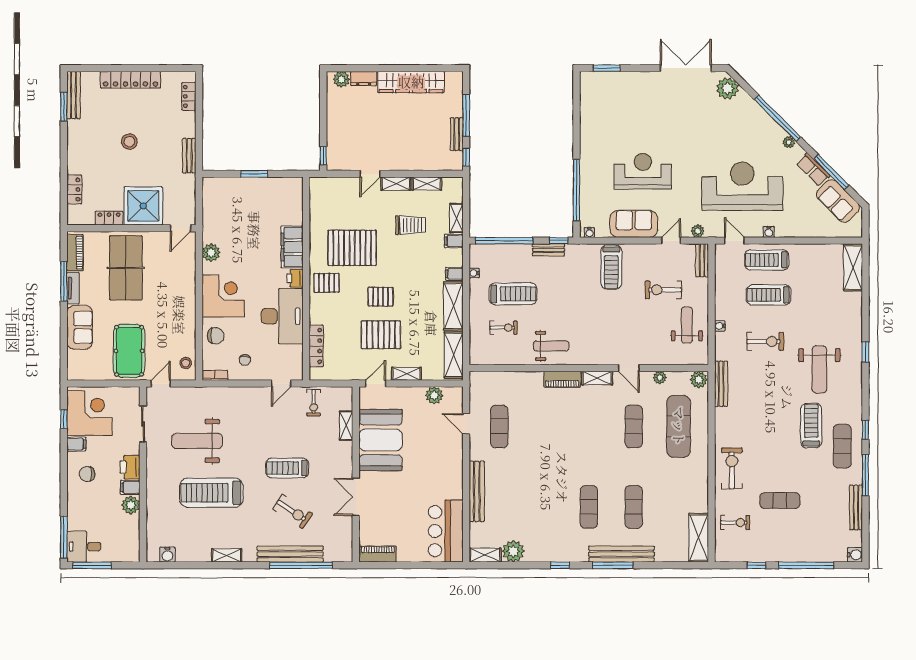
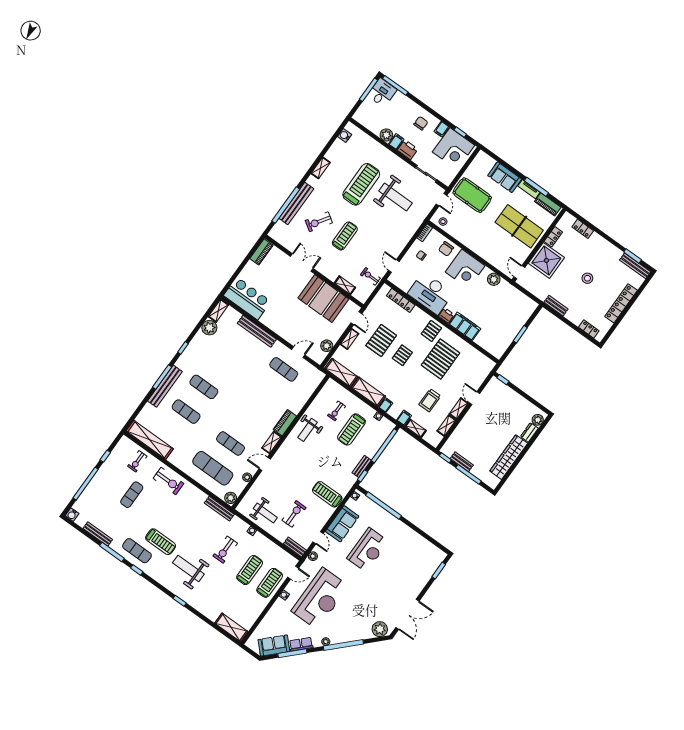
weight bench: (197, 441) -> (395, 197), turned 90
shelving: (699, 538) -> (150, 440), width x1.47

